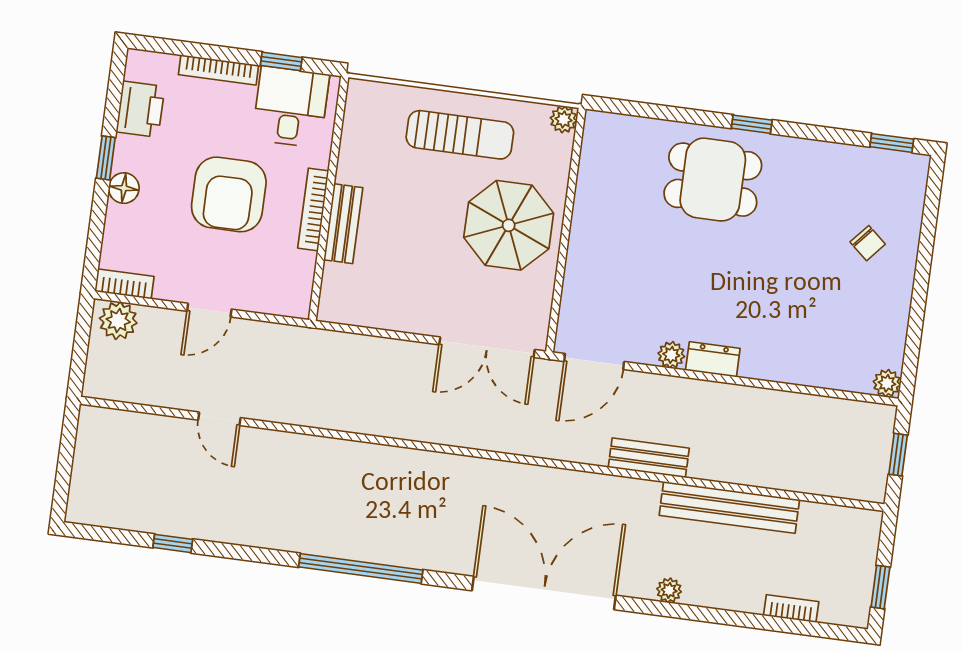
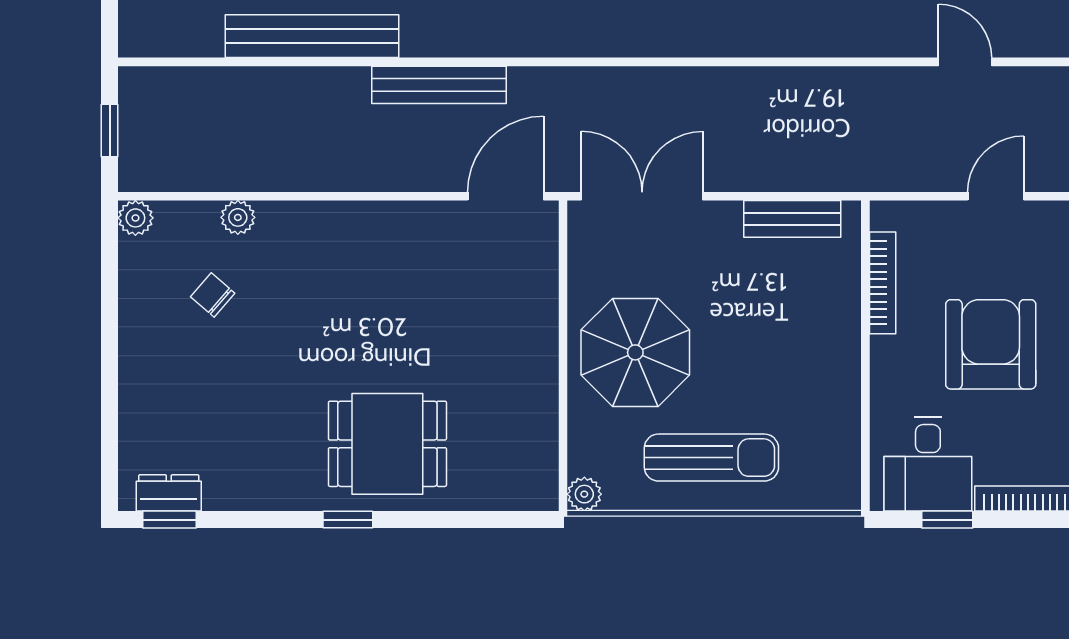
sun lounger: (460, 135) -> (711, 458), turned 180
bookcase: (313, 209) -> (883, 283), moved
bench: (343, 224) -> (792, 219), moved, turned 90
chair: (868, 243) -> (213, 295), moved
plant: (671, 355) -> (238, 217), moved
dresser: (713, 359) -> (169, 493), moved, turned 180
bench: (649, 458) -> (439, 85), width x1.36

